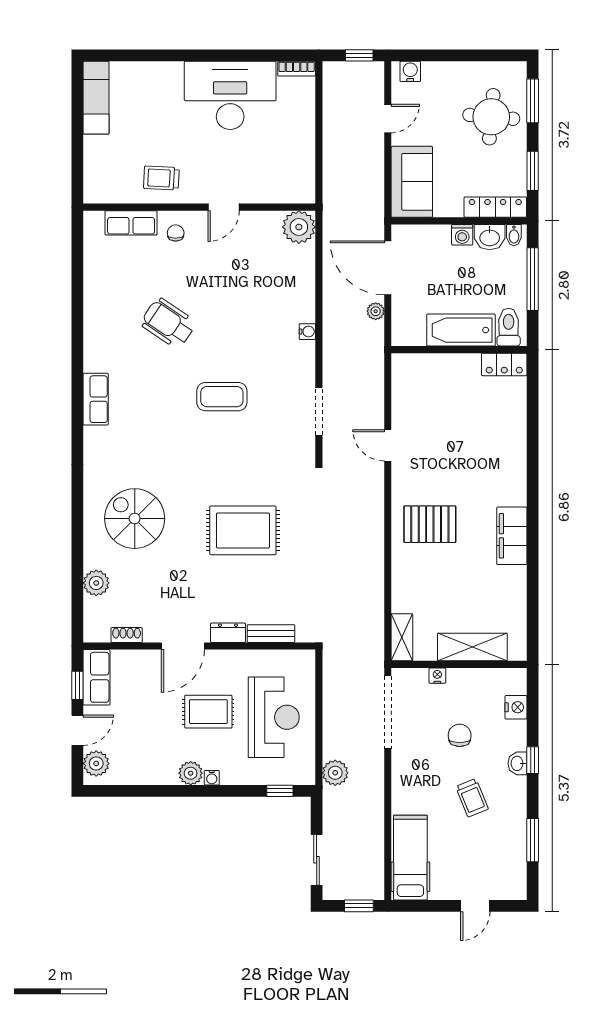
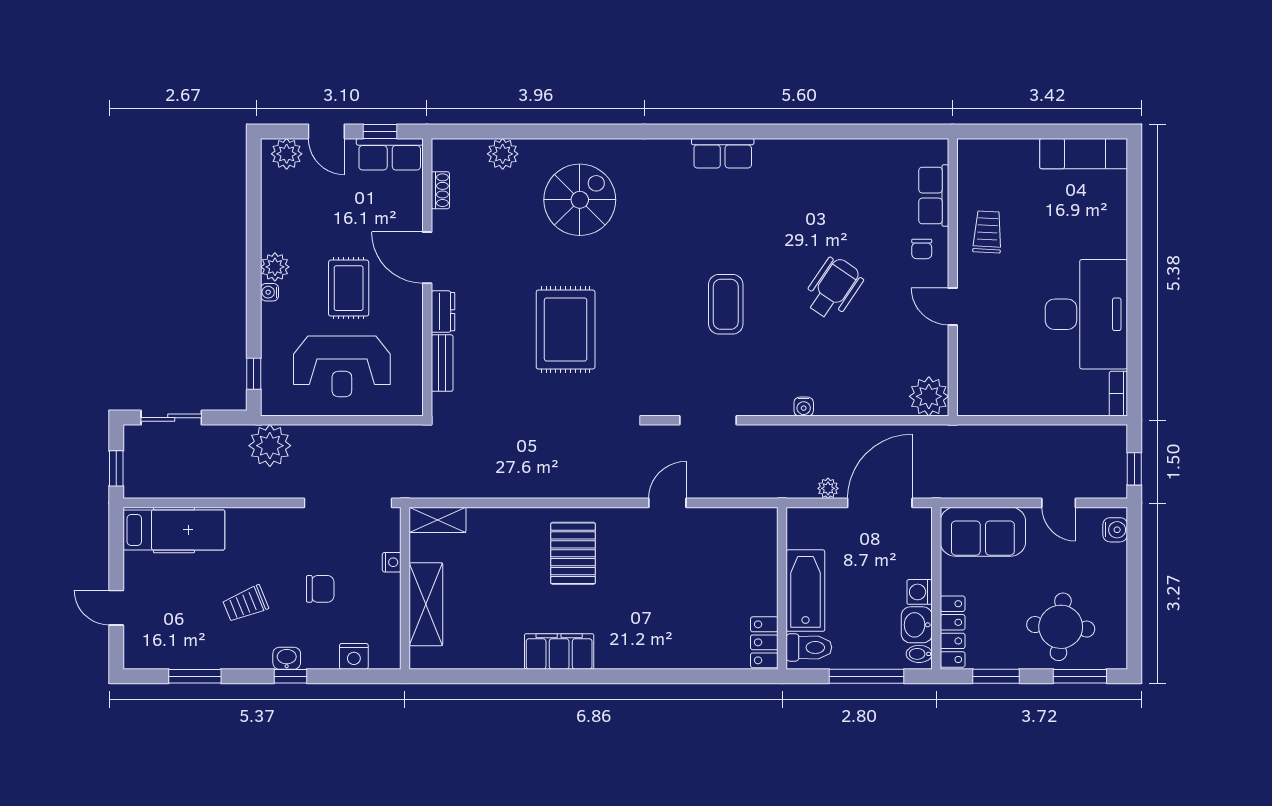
chair: (176, 233) -> (922, 249), turned 90
wheelchair: (168, 323) -> (833, 288), moved
plant: (335, 773) -> (270, 446), width x1.36, depth x1.36

